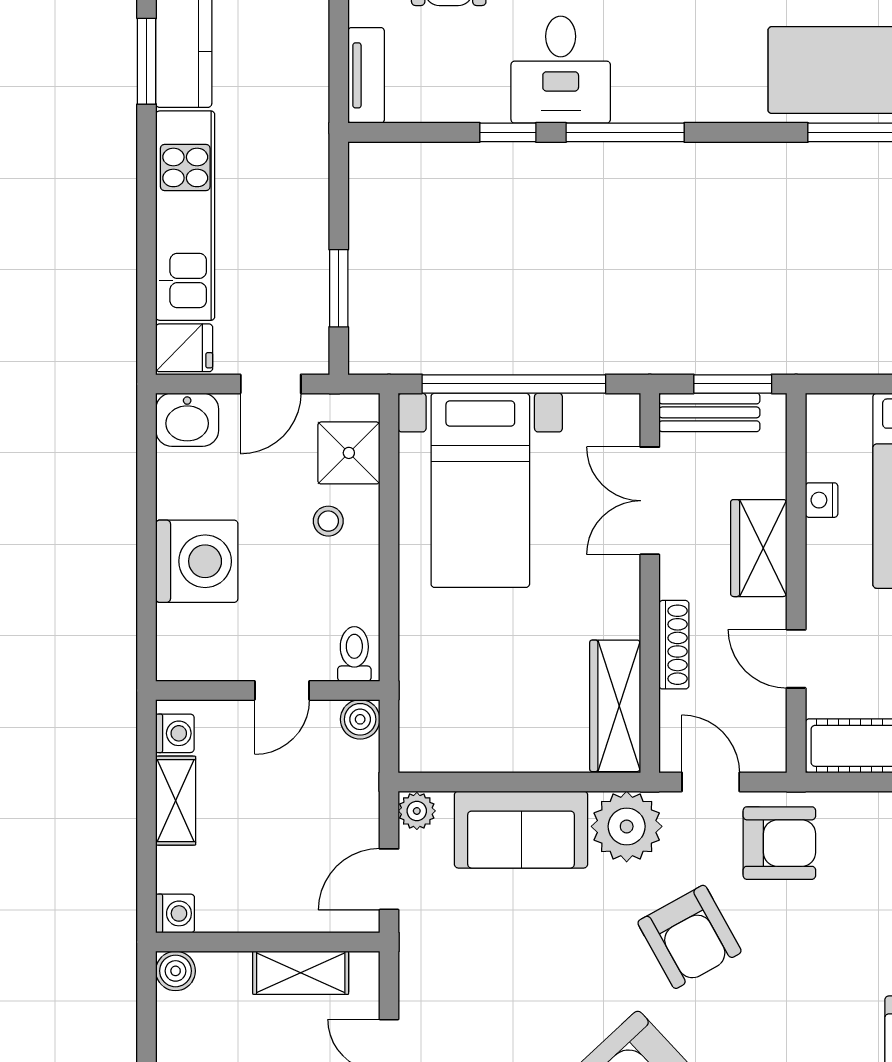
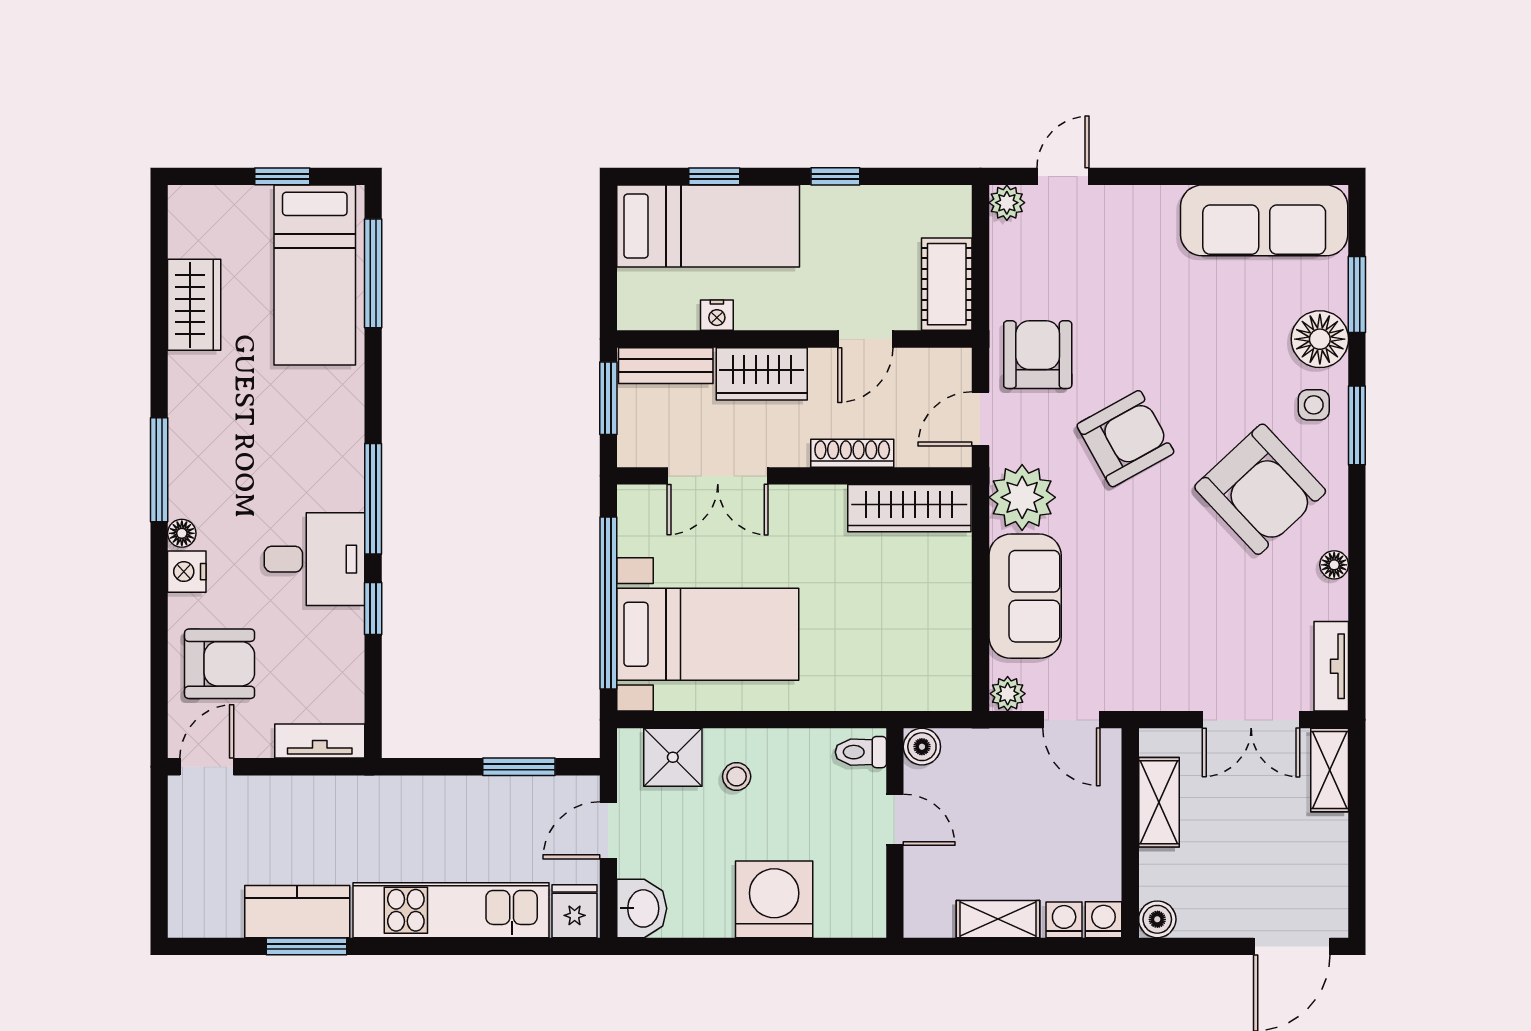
door: (271, 384) -> (608, 830), swing flipped
bench: (709, 412) -> (666, 366), moved, turned 90
washing machine: (175, 733) -> (1064, 920), moved

